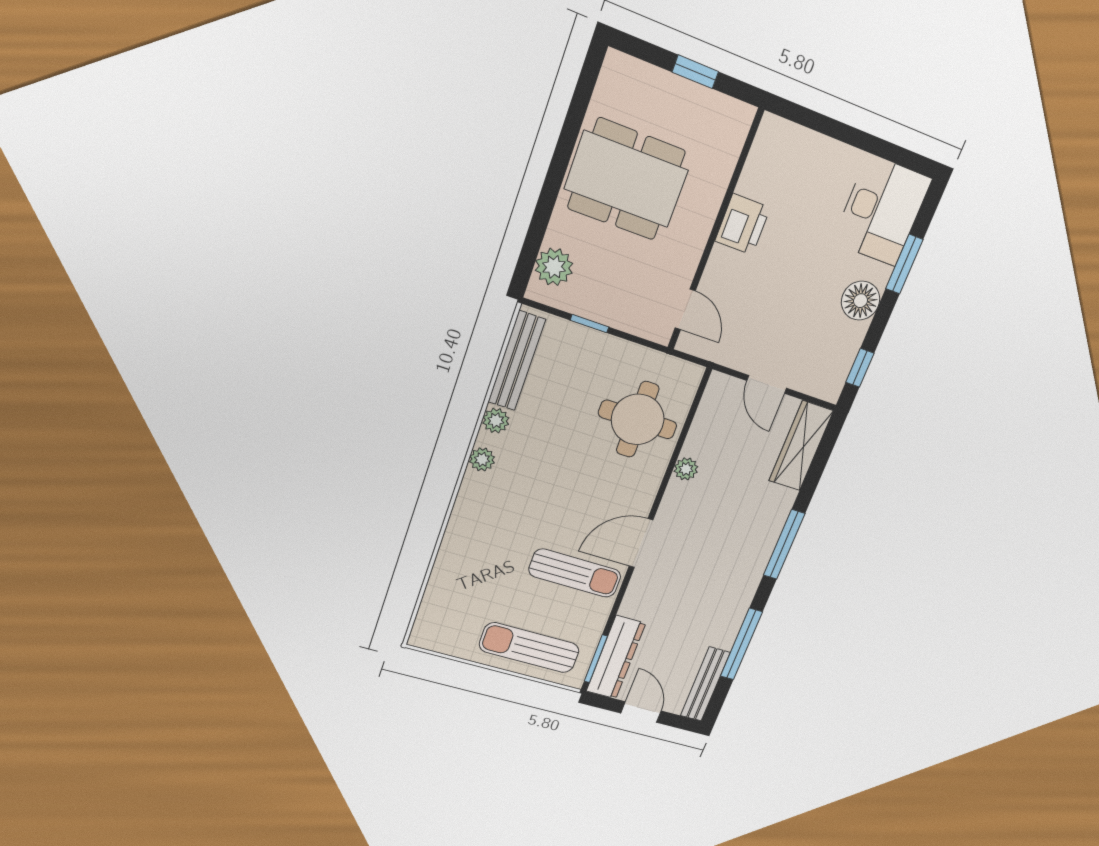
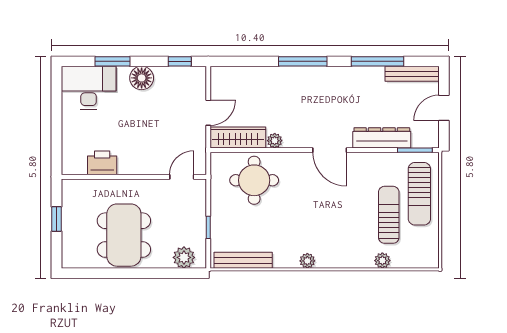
printer: (743, 224) -> (102, 163), moved
plant: (496, 421) -> (382, 261), moved
wardrobe: (801, 446) -> (238, 138), moved, turned 180
sun lounger: (575, 573) -> (389, 215), moved
dresser: (616, 657) -> (382, 138), moved

